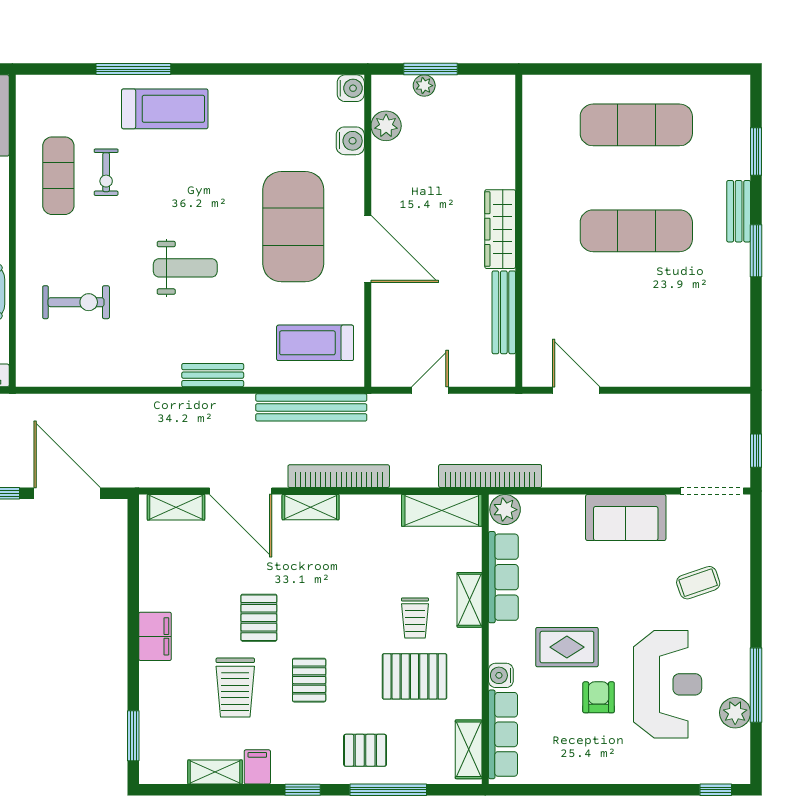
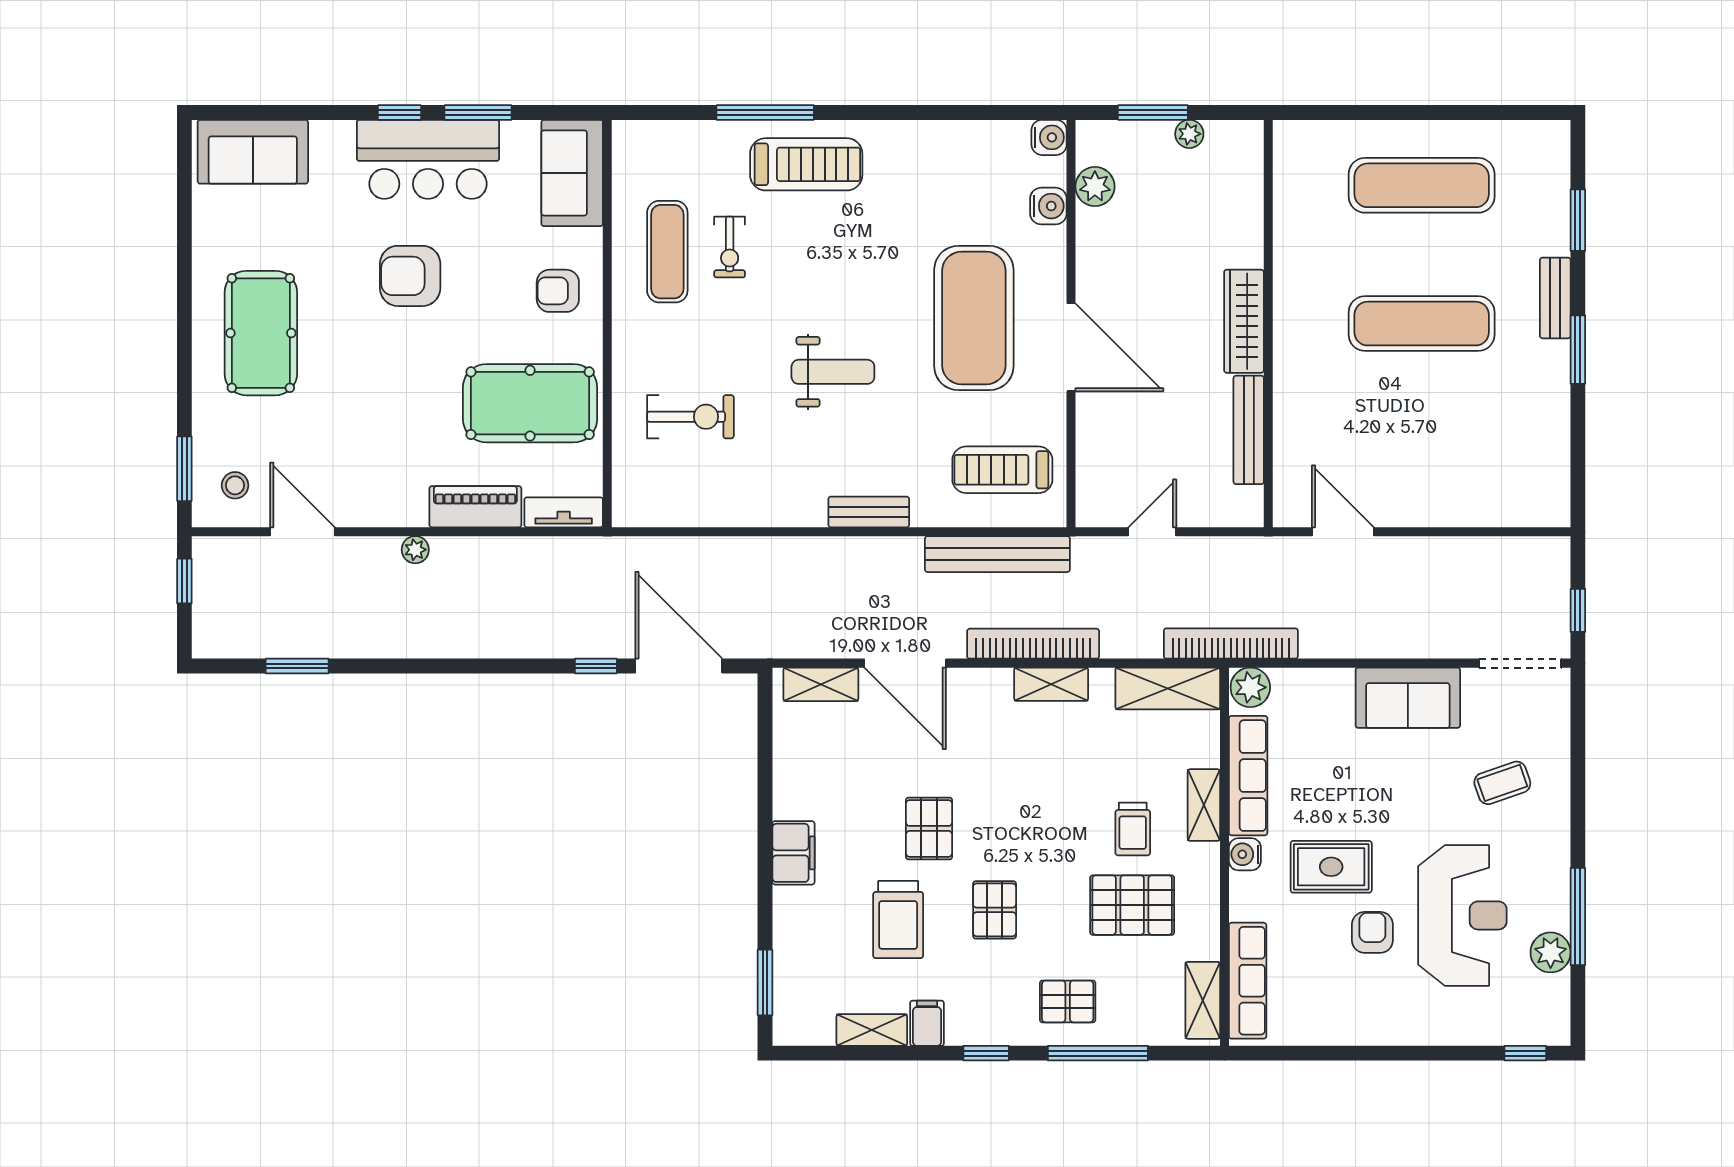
plant: (424, 86) -> (1189, 134), moved
shelving: (311, 507) -> (1051, 684), moved
water cooler: (501, 675) -> (1245, 854), moved

